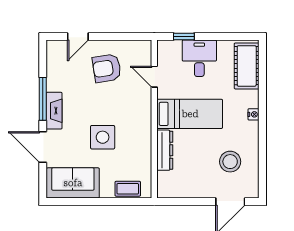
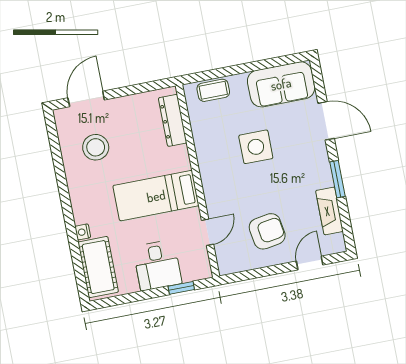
door: (154, 77) -> (208, 232), hinge flipped
window: (43, 99) -> (337, 179), width x0.69
fireplace: (54, 111) -> (329, 211), moved
nightstand: (253, 114) -> (83, 232), moved
dresser: (165, 150) -> (173, 120), moved

